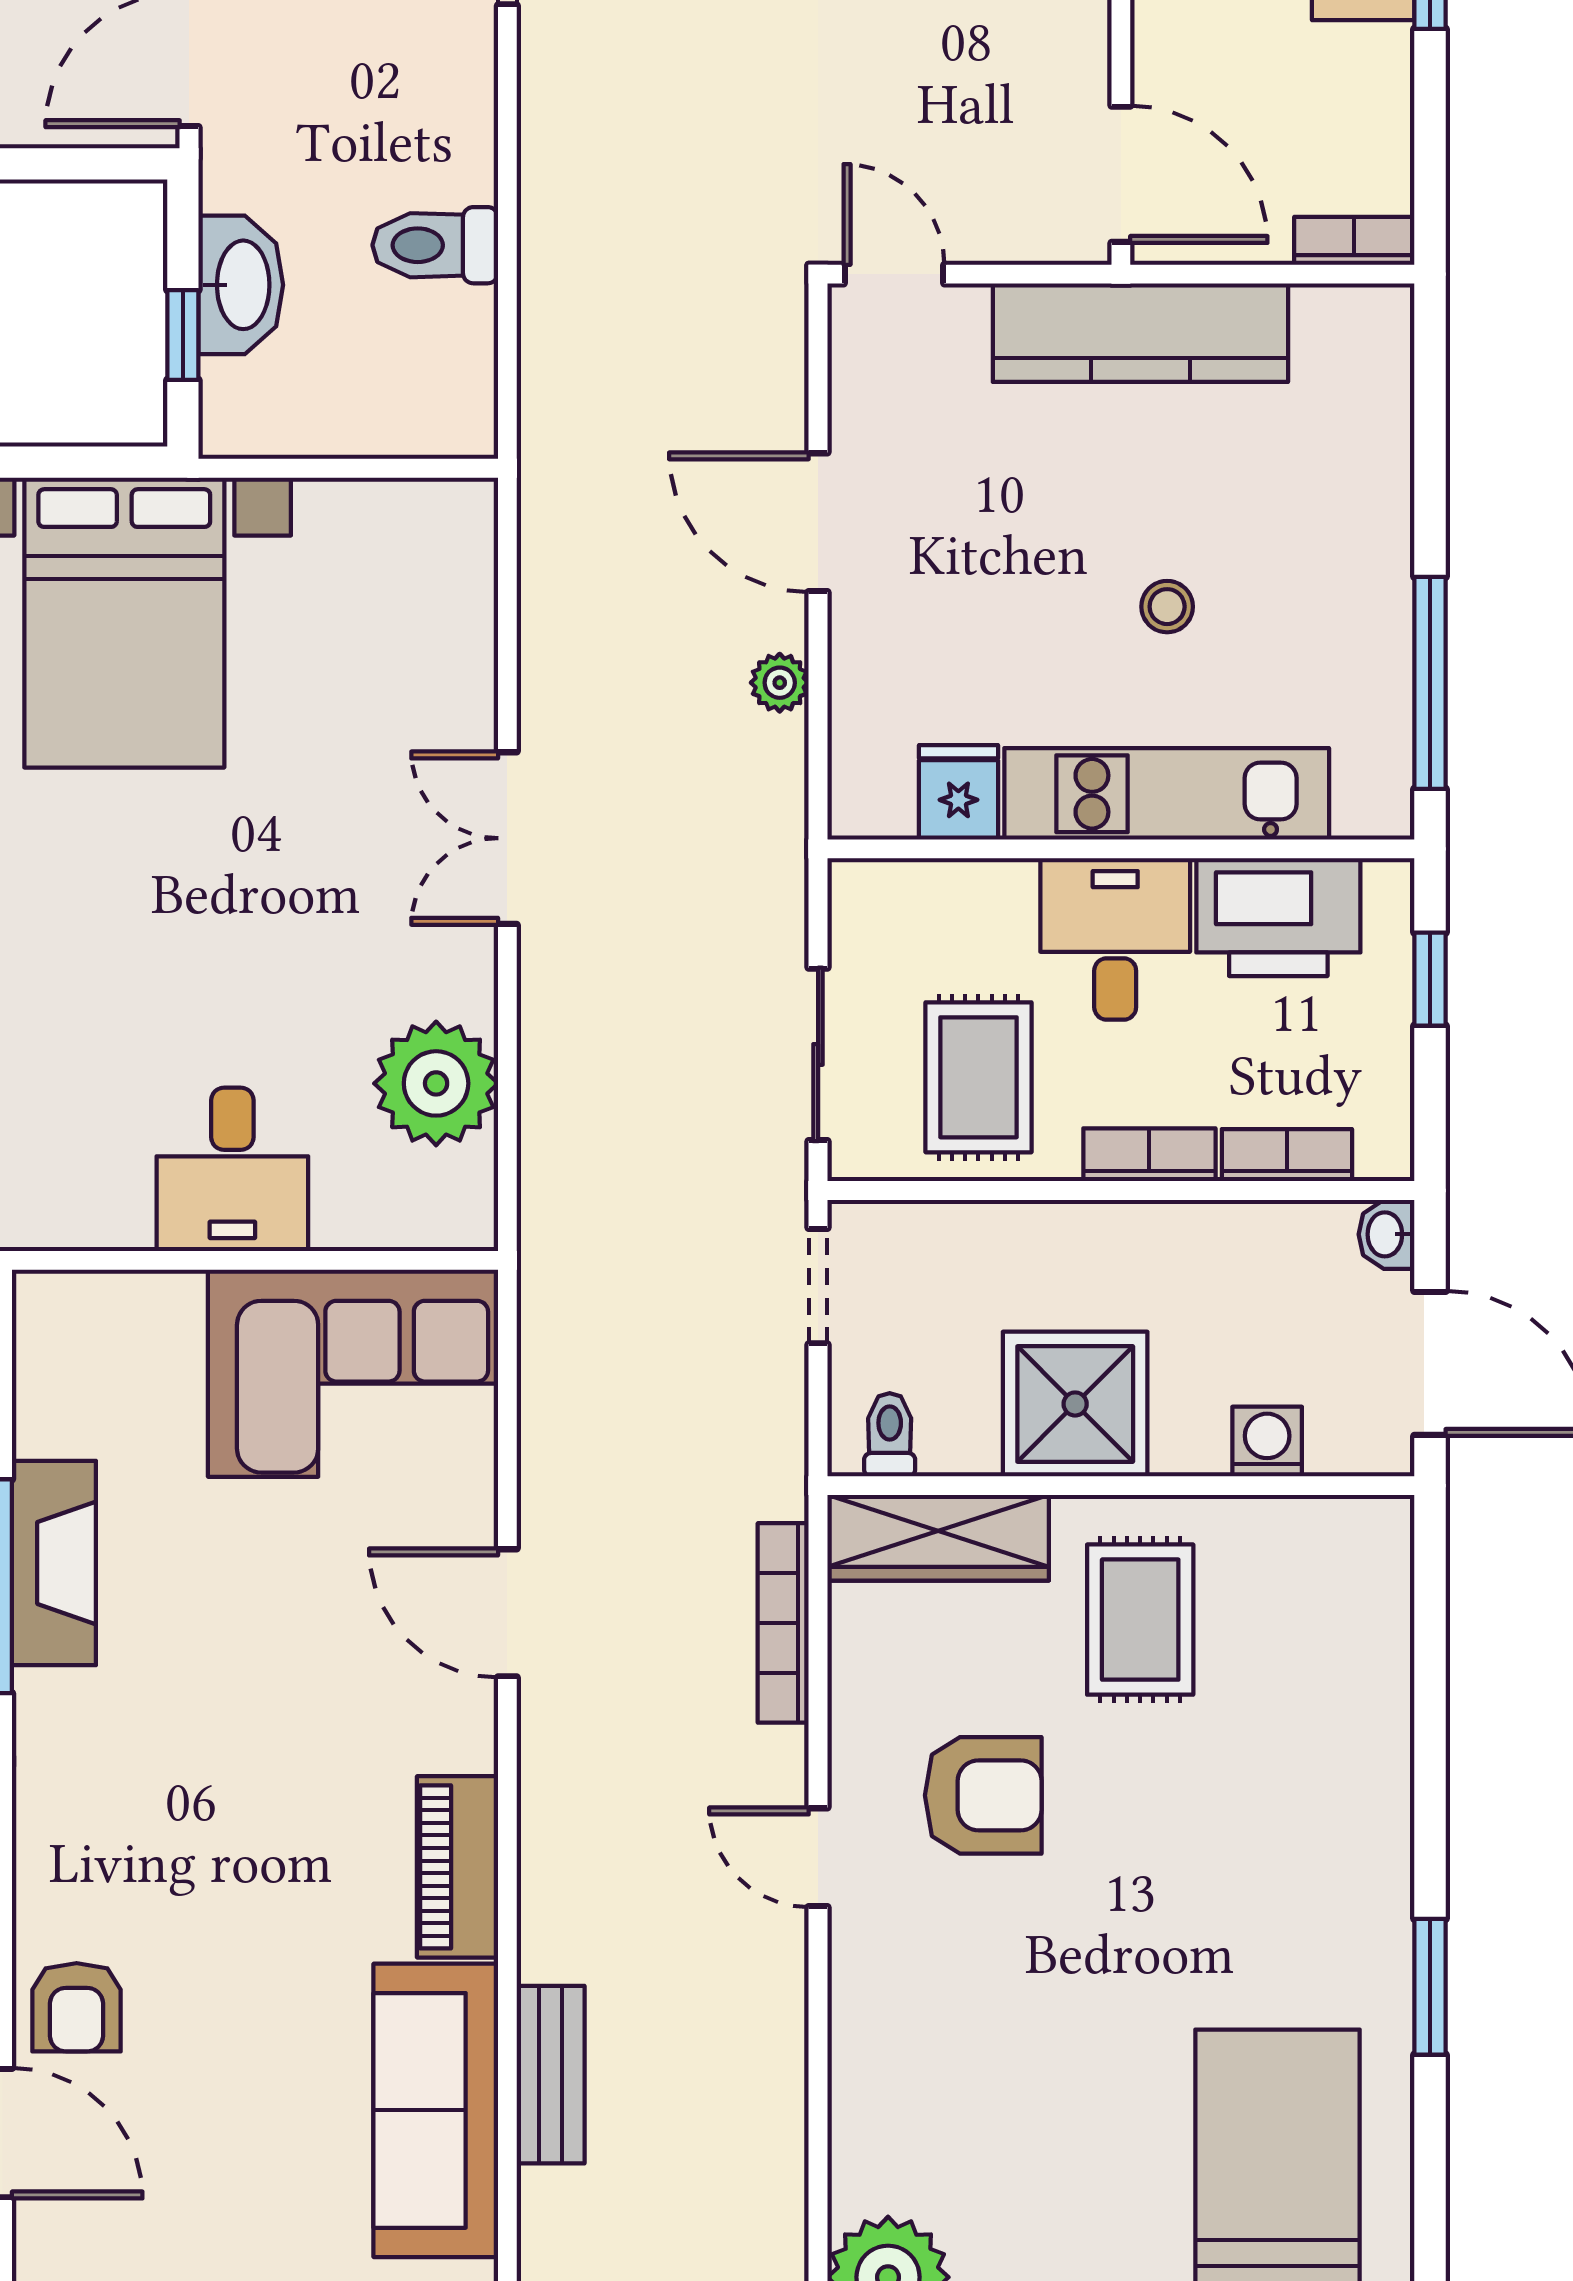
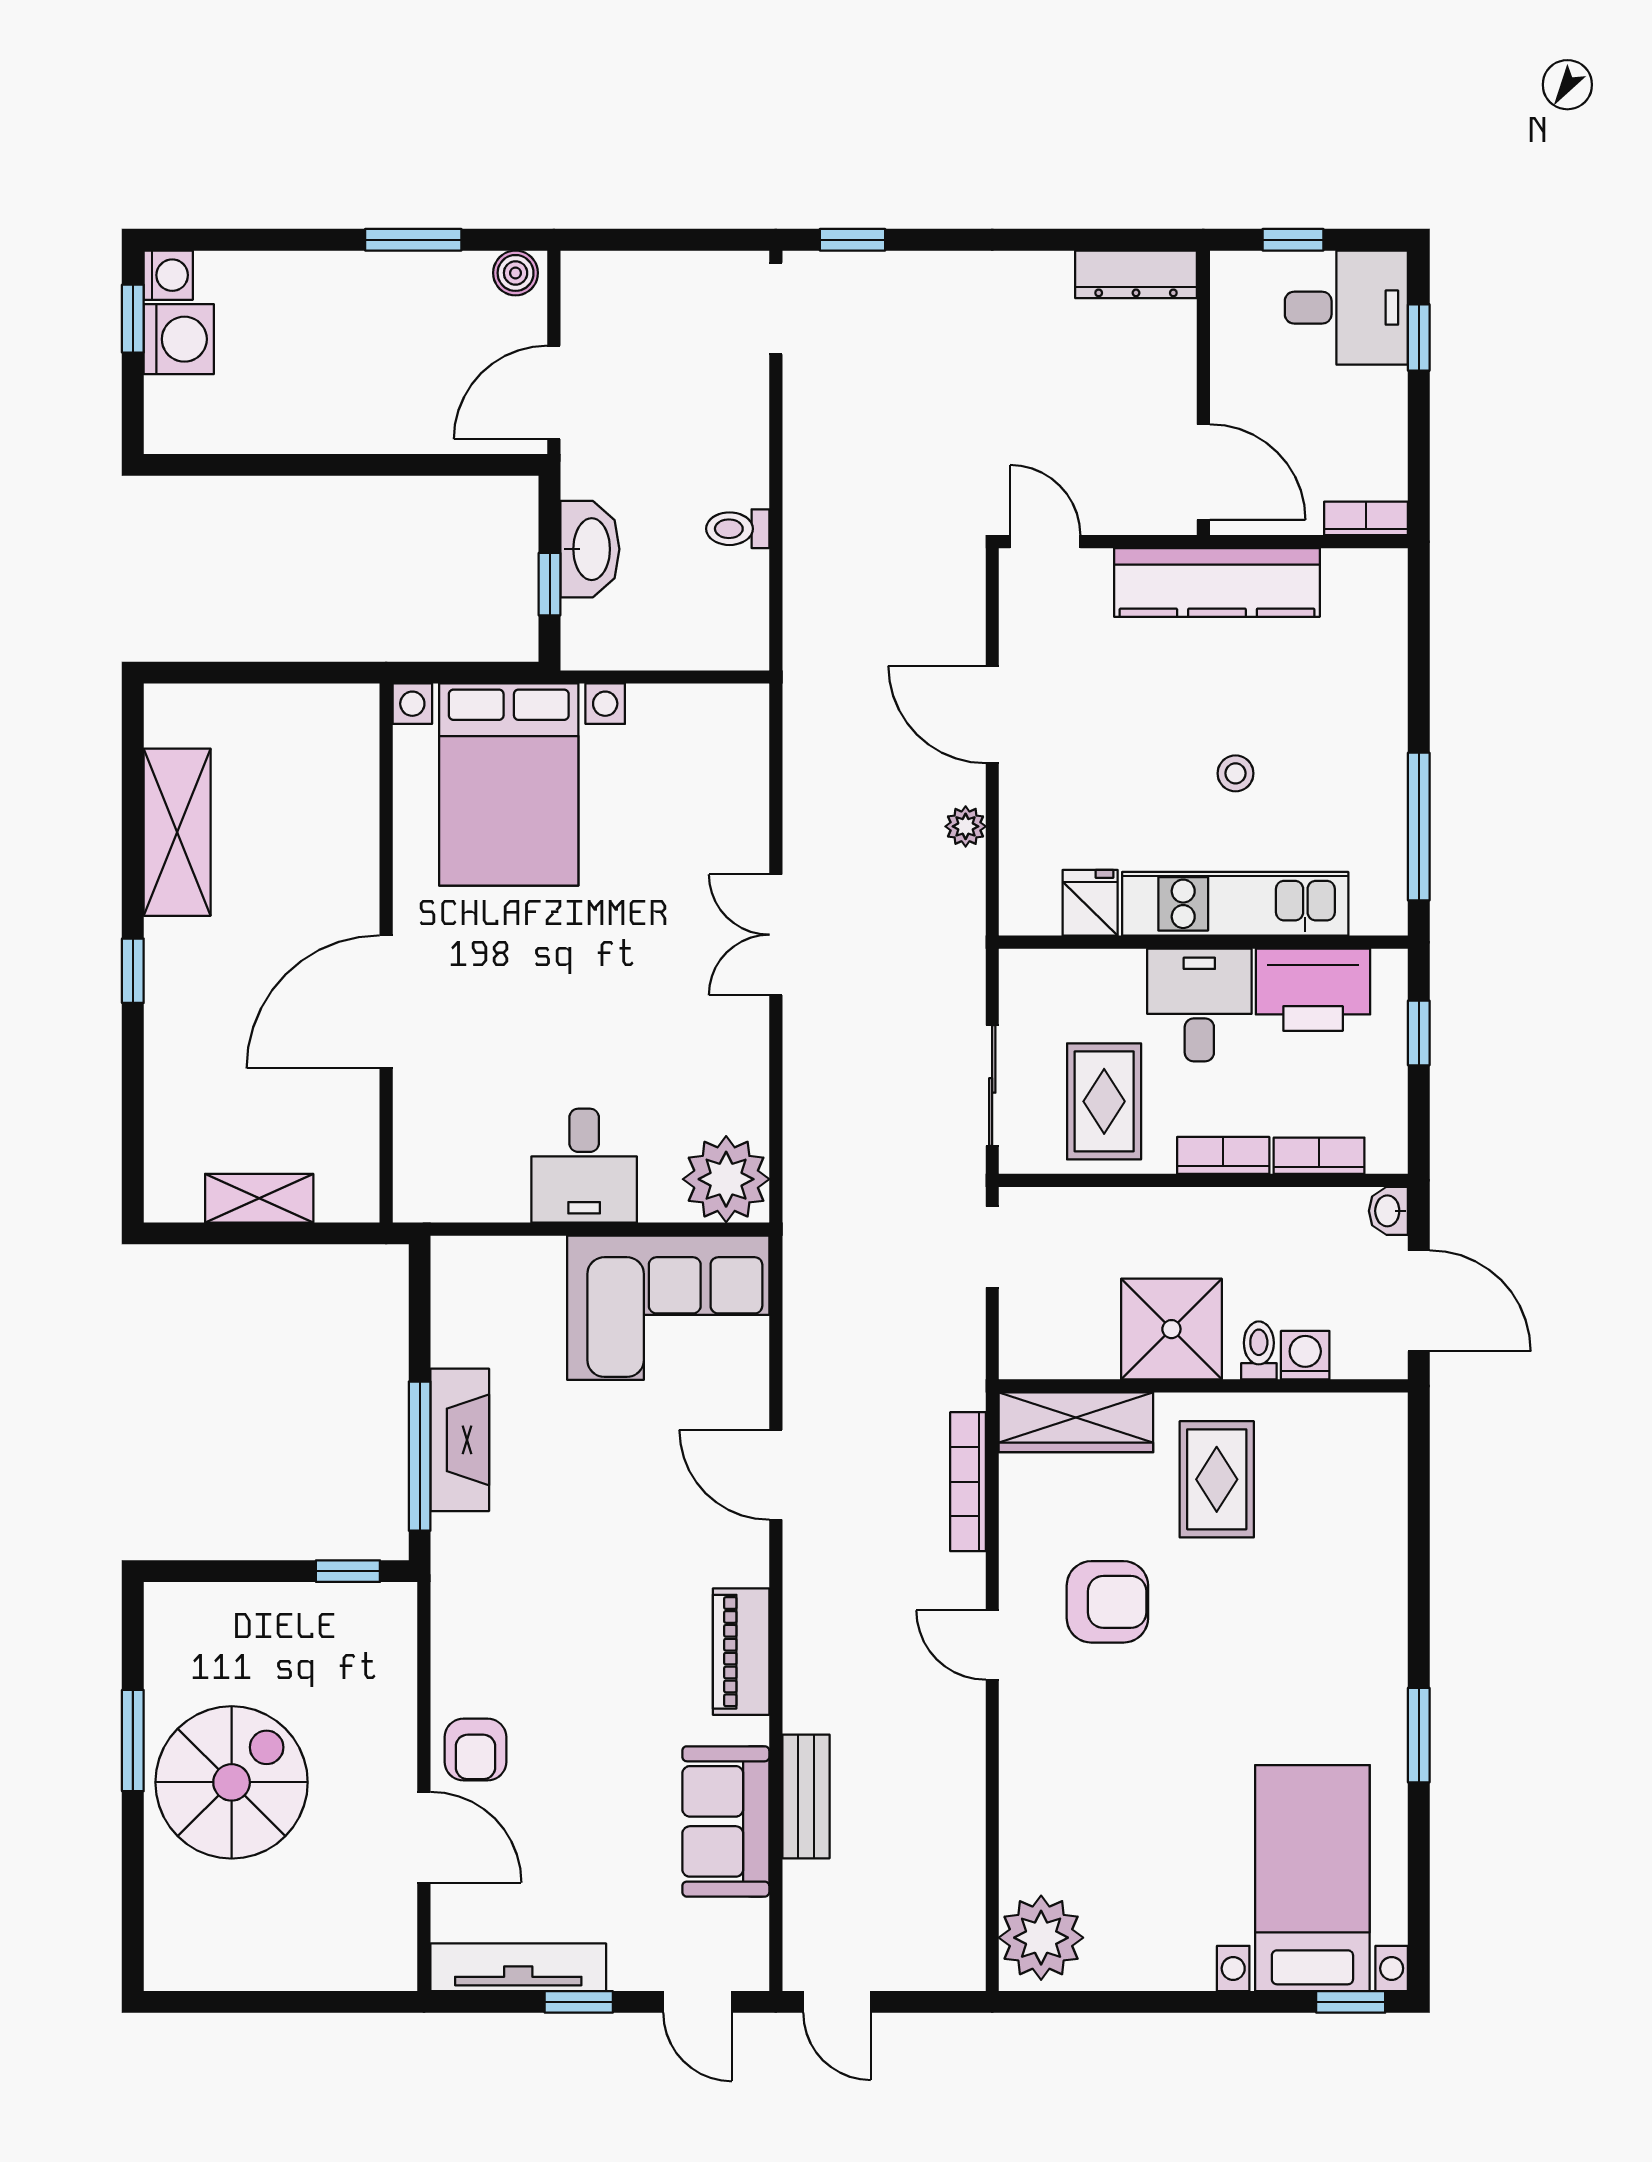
toilet: (435, 245) -> (738, 529), width x0.73, depth x0.72
plant: (436, 1083) -> (726, 1179), moved
toilet: (890, 1435) -> (1259, 1350), moved
sofa: (436, 2110) -> (726, 1821), width x0.73

